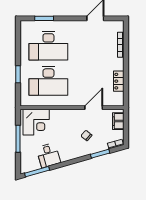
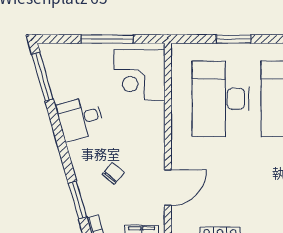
door: (94, 108) -> (168, 188), hinge flipped
desk: (48, 155) -> (80, 118), moved

